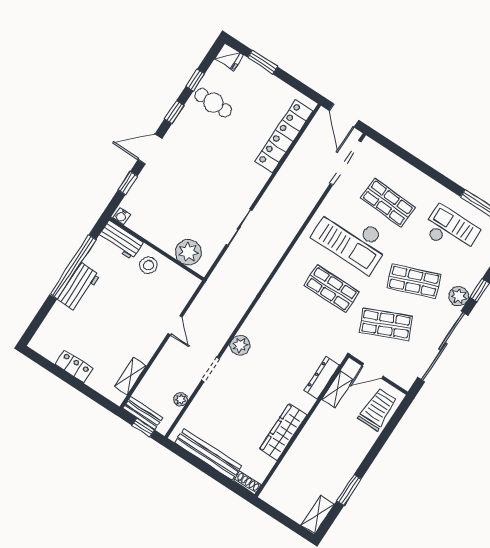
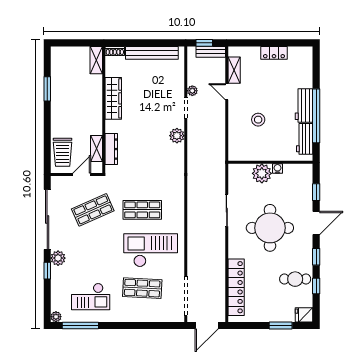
door: (344, 115) -> (207, 325), swing flipped
round table: (204, 177) -> (270, 228), added
water cooler: (122, 216) -> (277, 169), moved
workbench: (120, 240) -> (305, 139), moved, turned -90
plant: (188, 252) -> (262, 173), moved
stool: (148, 265) -> (258, 120), moved
shop shelf: (414, 281) -> (93, 249), removed
door: (175, 325) -> (227, 92), moved
plant: (181, 399) -> (192, 91), moved
shelving: (318, 515) -> (96, 60), moved

